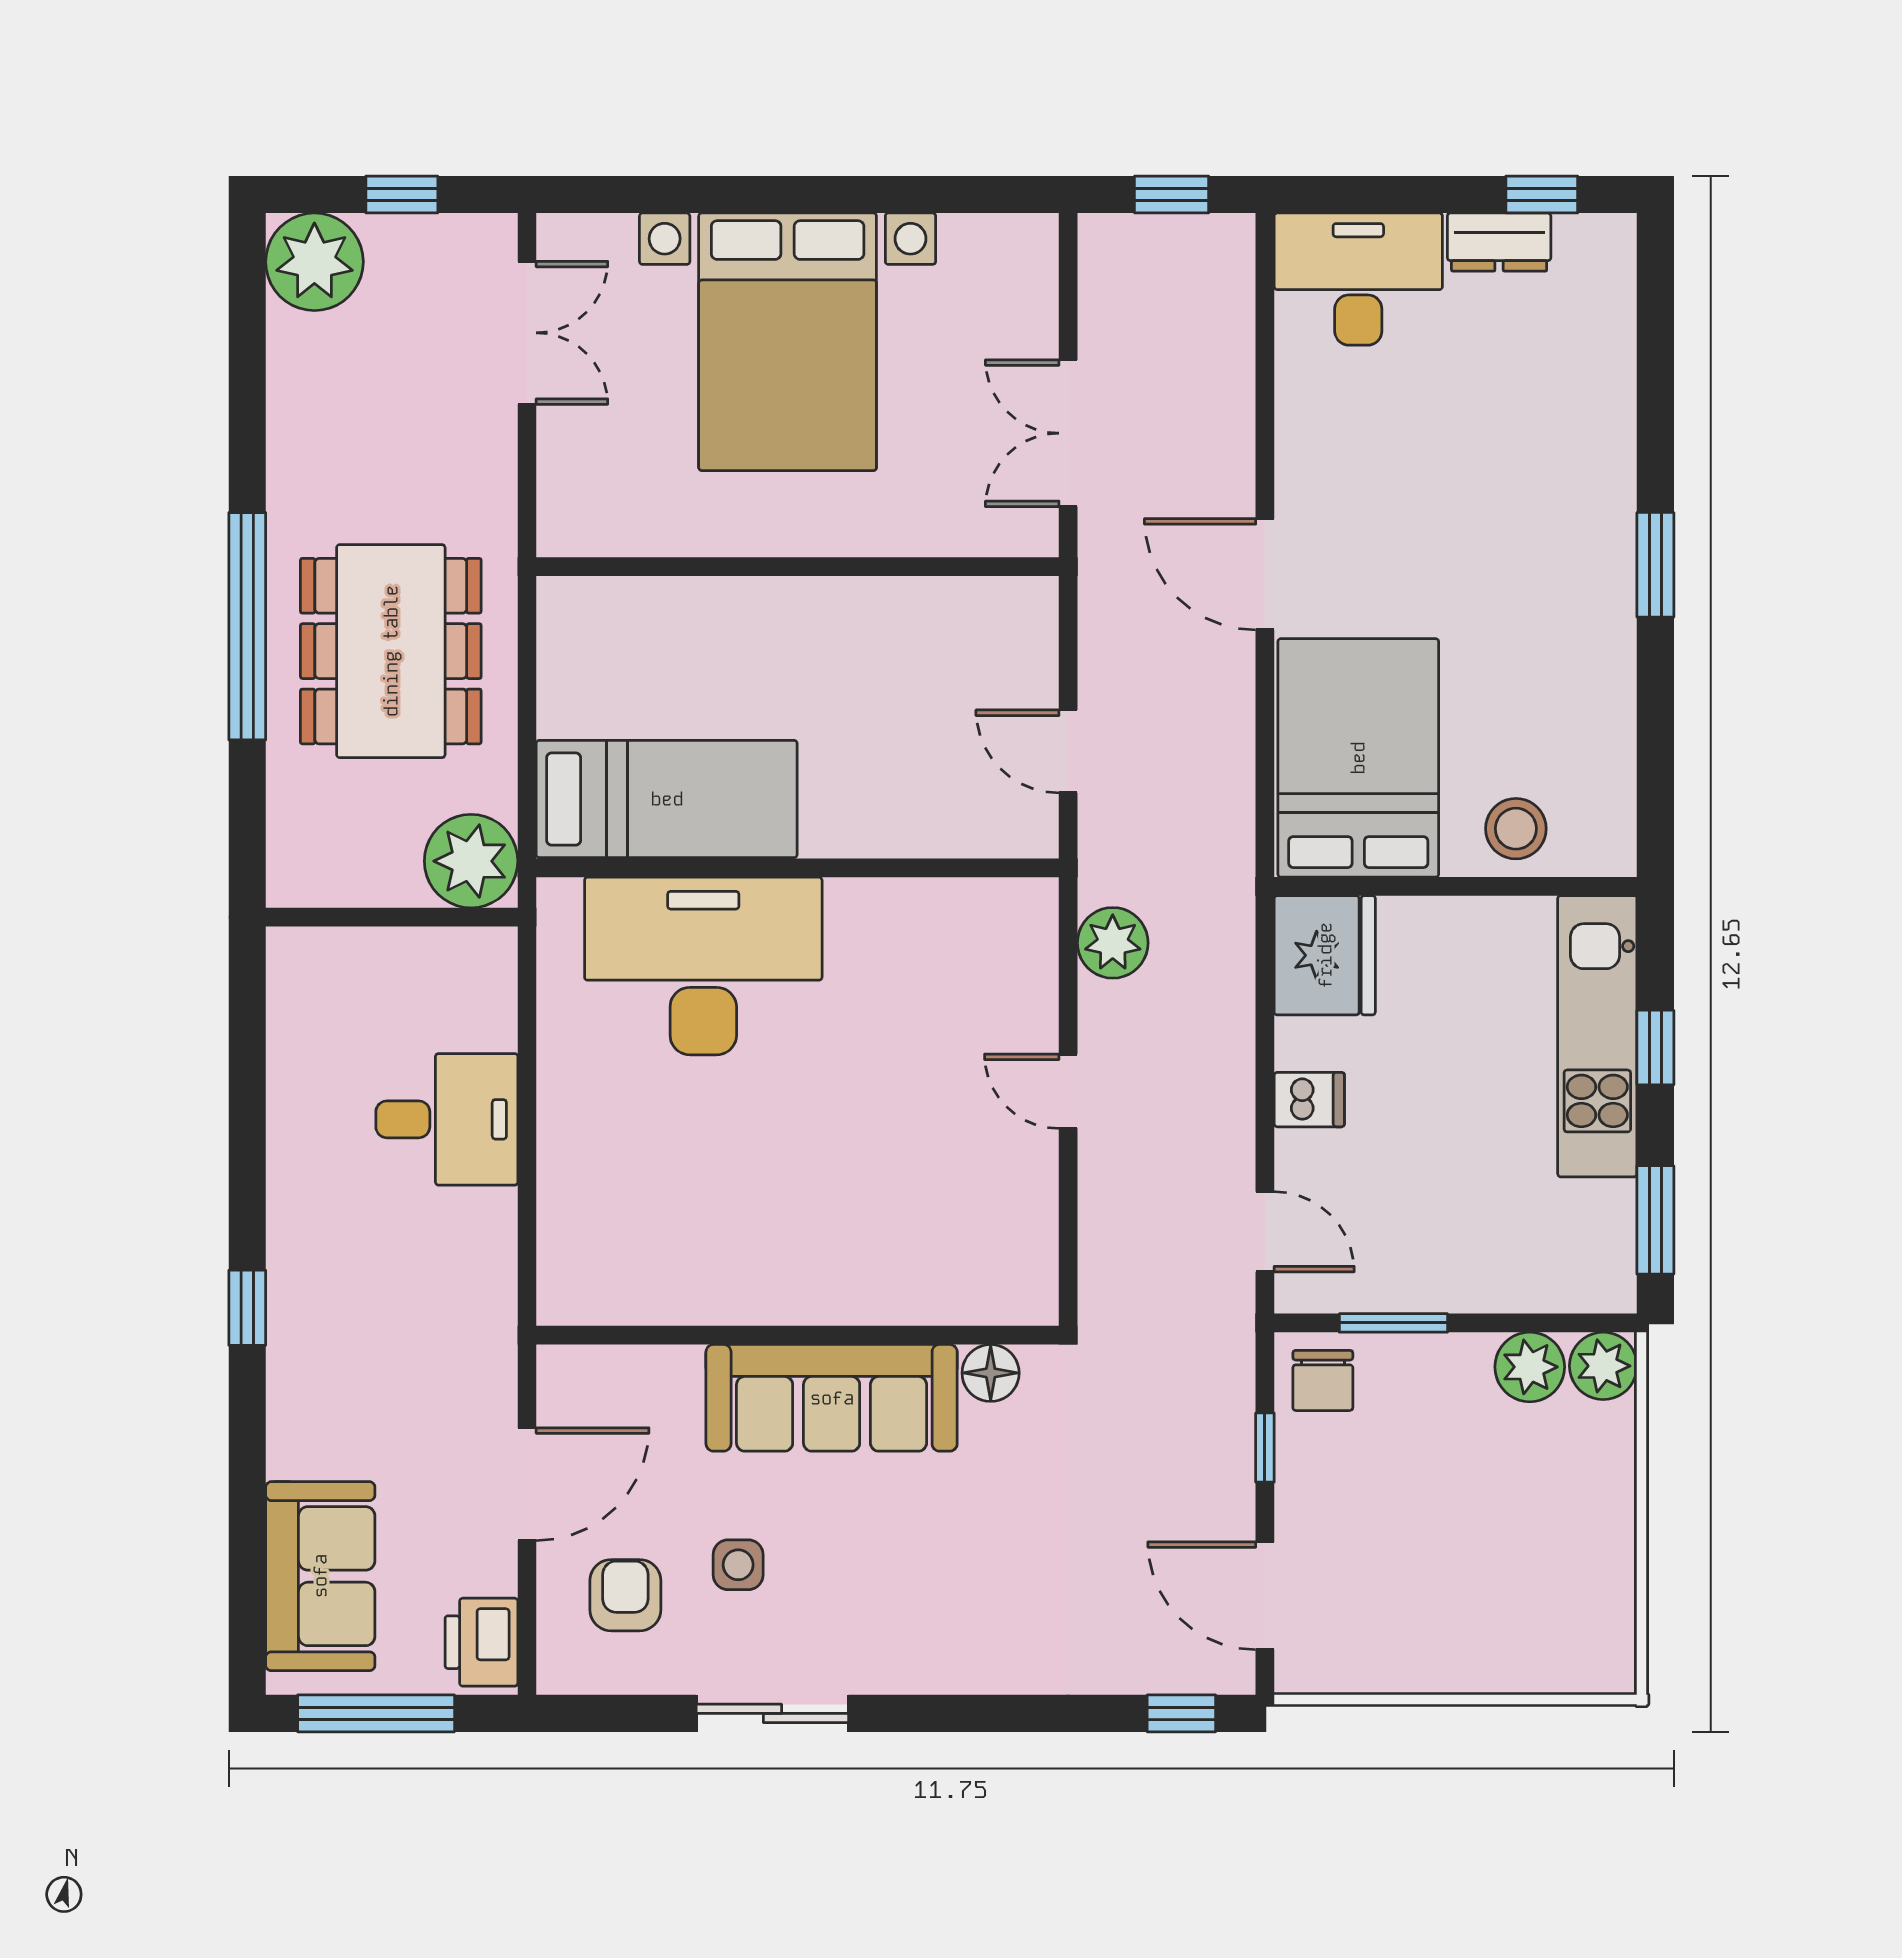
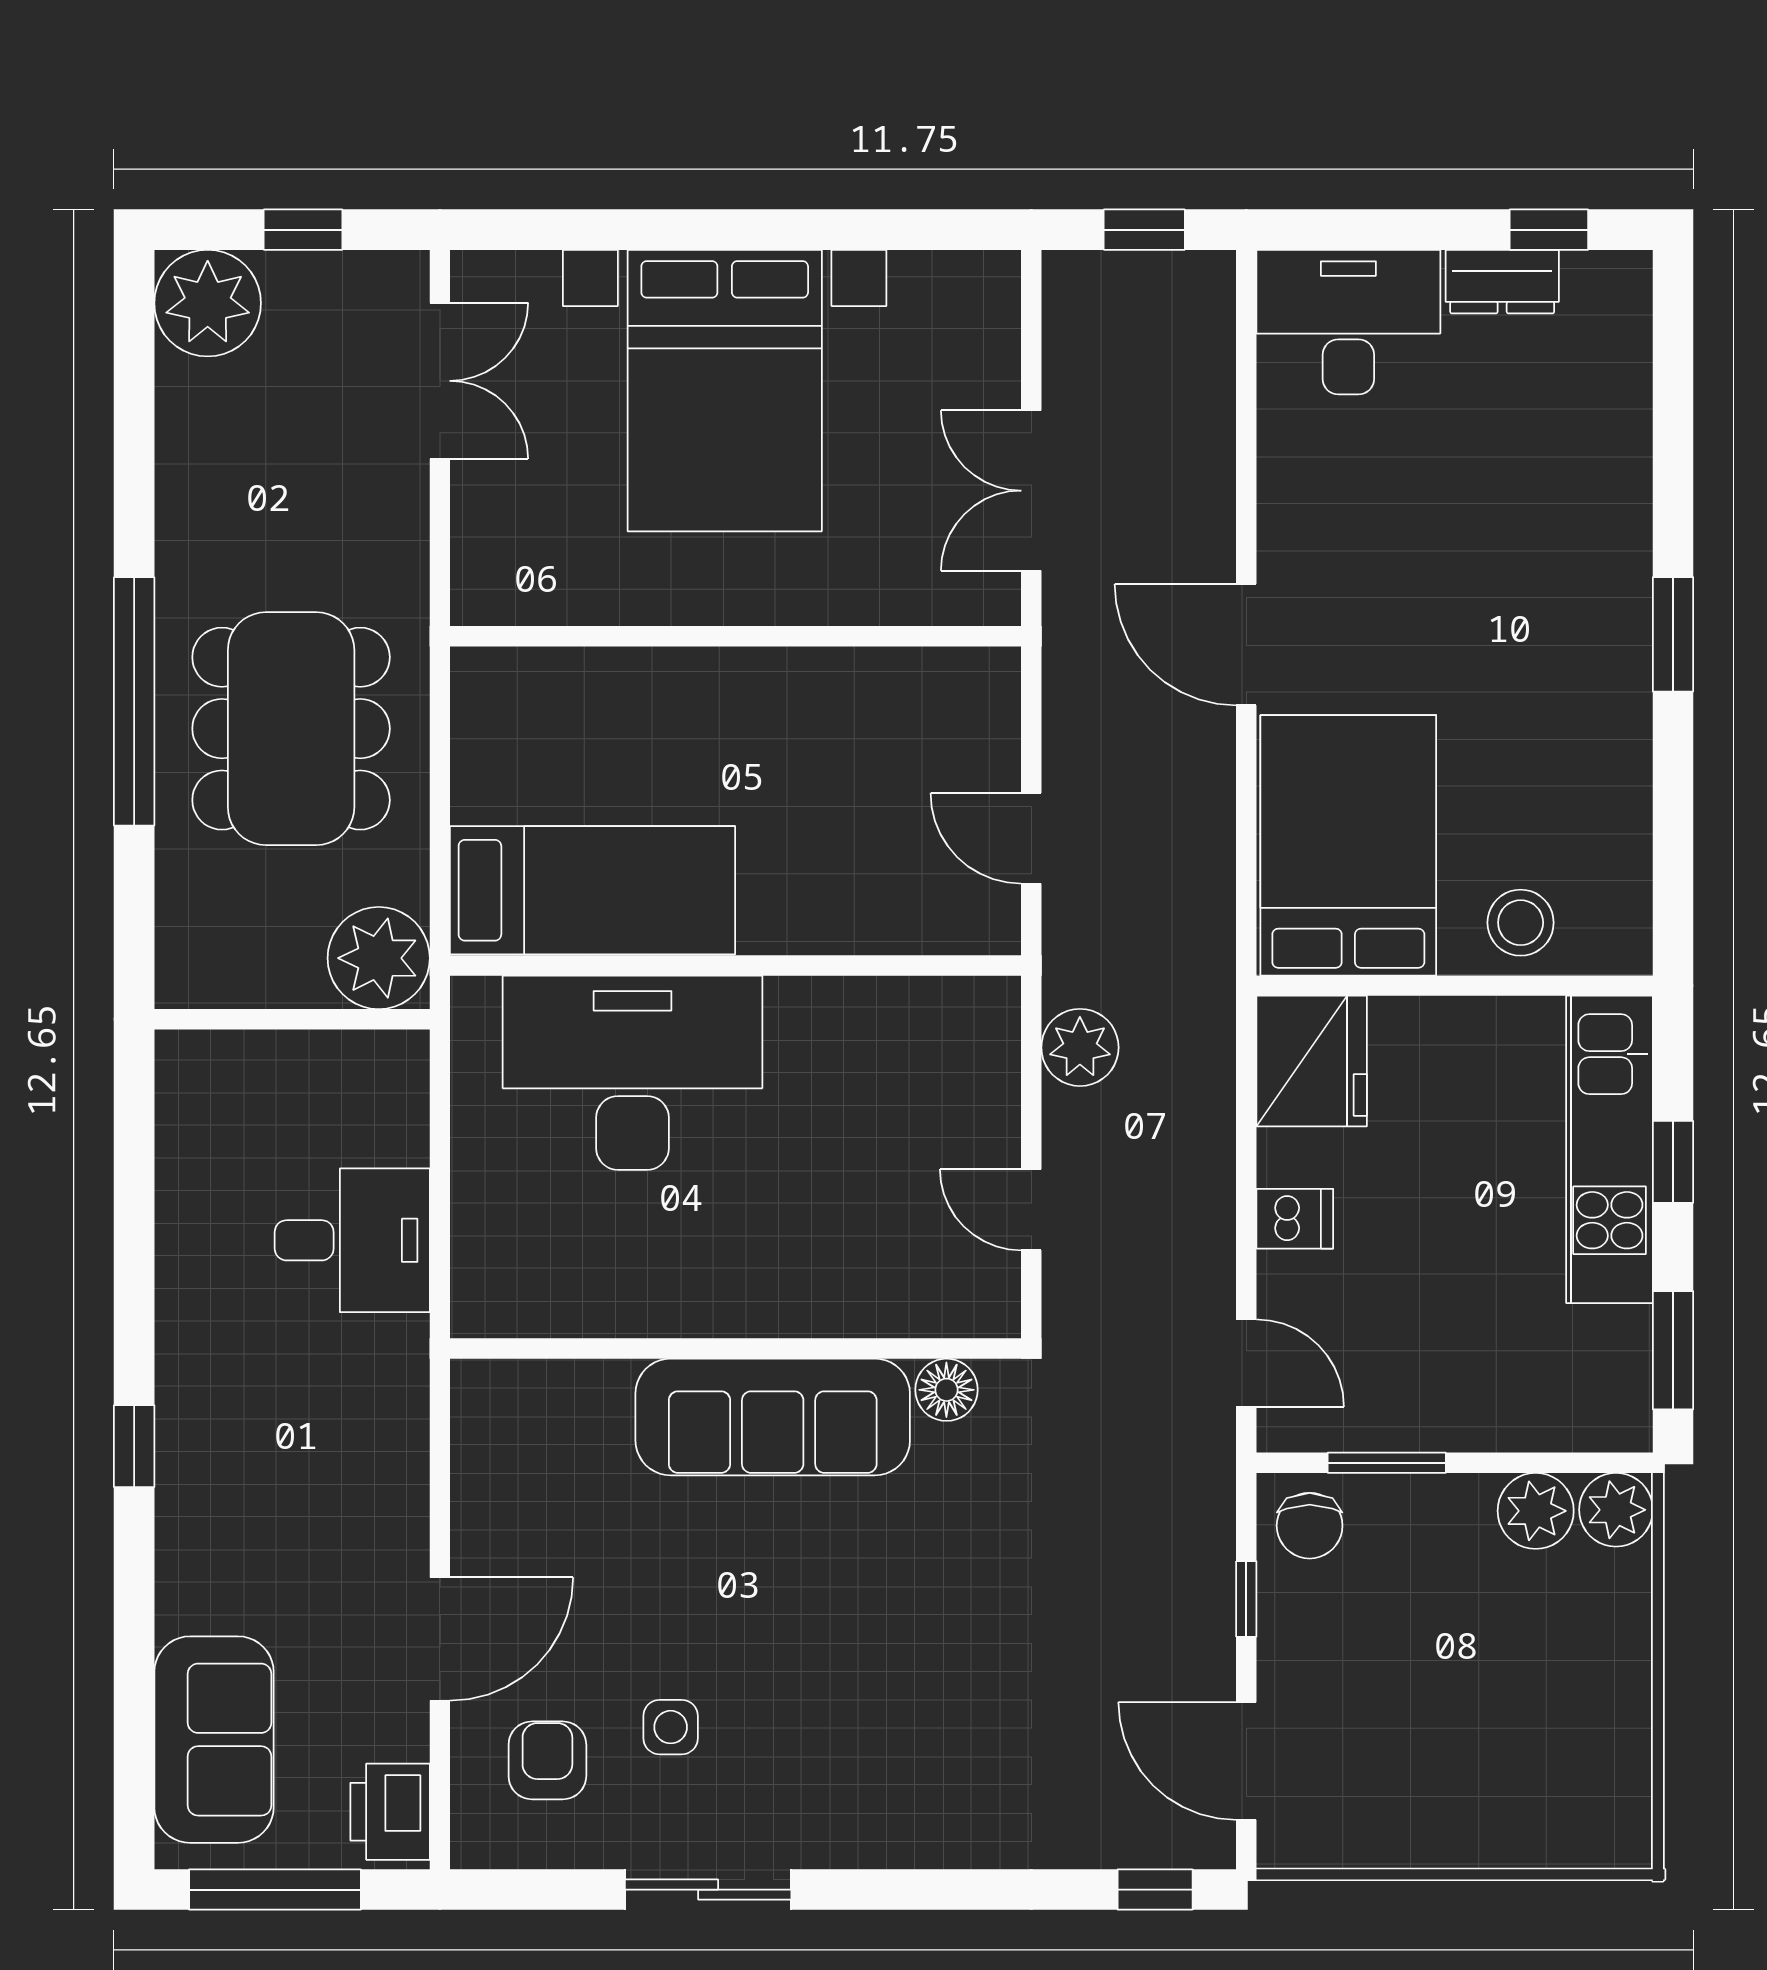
wall: (798, 1335) -> (736, 1349), moved
floor lamp: (991, 1373) -> (946, 1390), moved
sofa: (832, 1398) -> (773, 1417), moved

